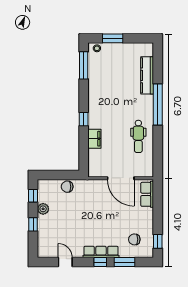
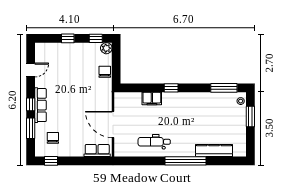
door: (121, 178) -> (113, 124), hinge flipped
plant: (43, 209) -> (106, 48), moved

